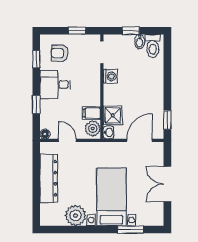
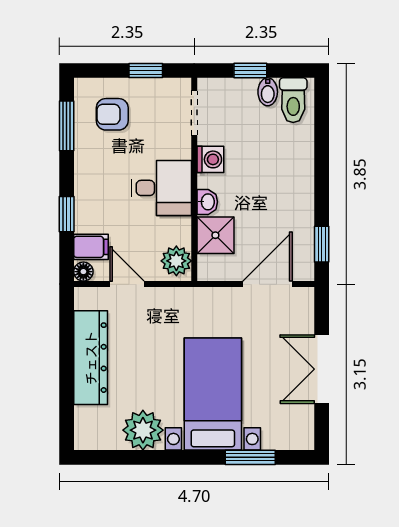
window: (36, 59) -> (67, 126), width x1.50
desk: (55, 85) -> (161, 188), moved, turned 180
filing cabinet: (92, 113) -> (91, 247), moved, turned 180
washbasin: (109, 132) -> (207, 202), moved

